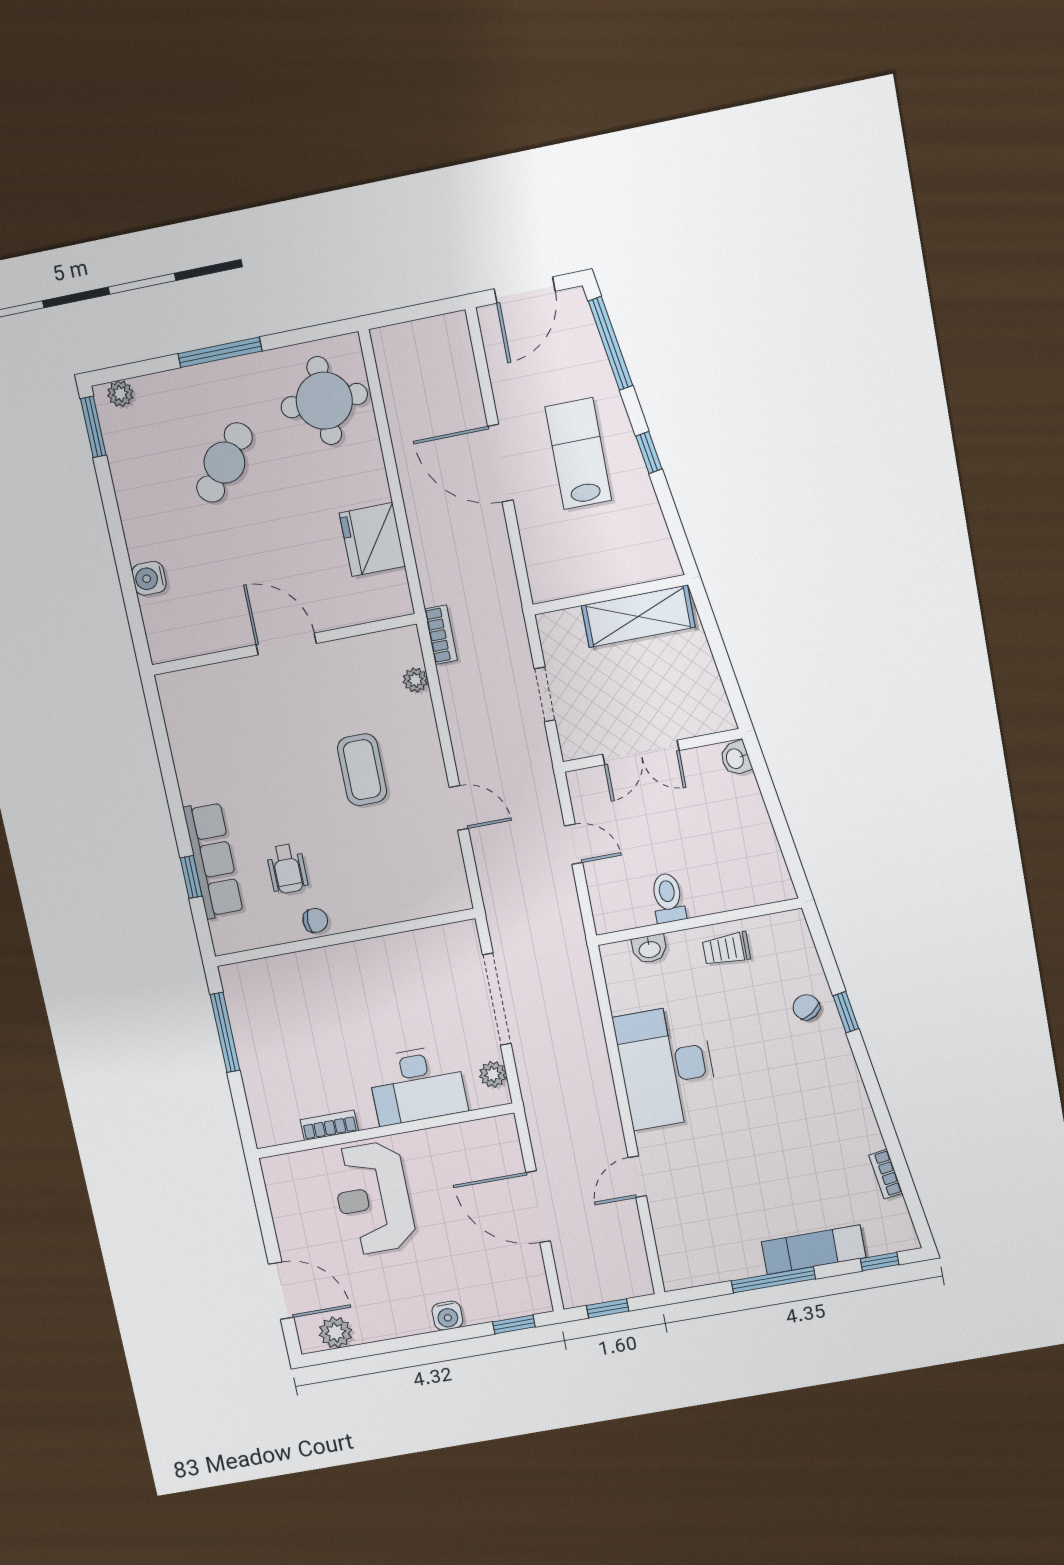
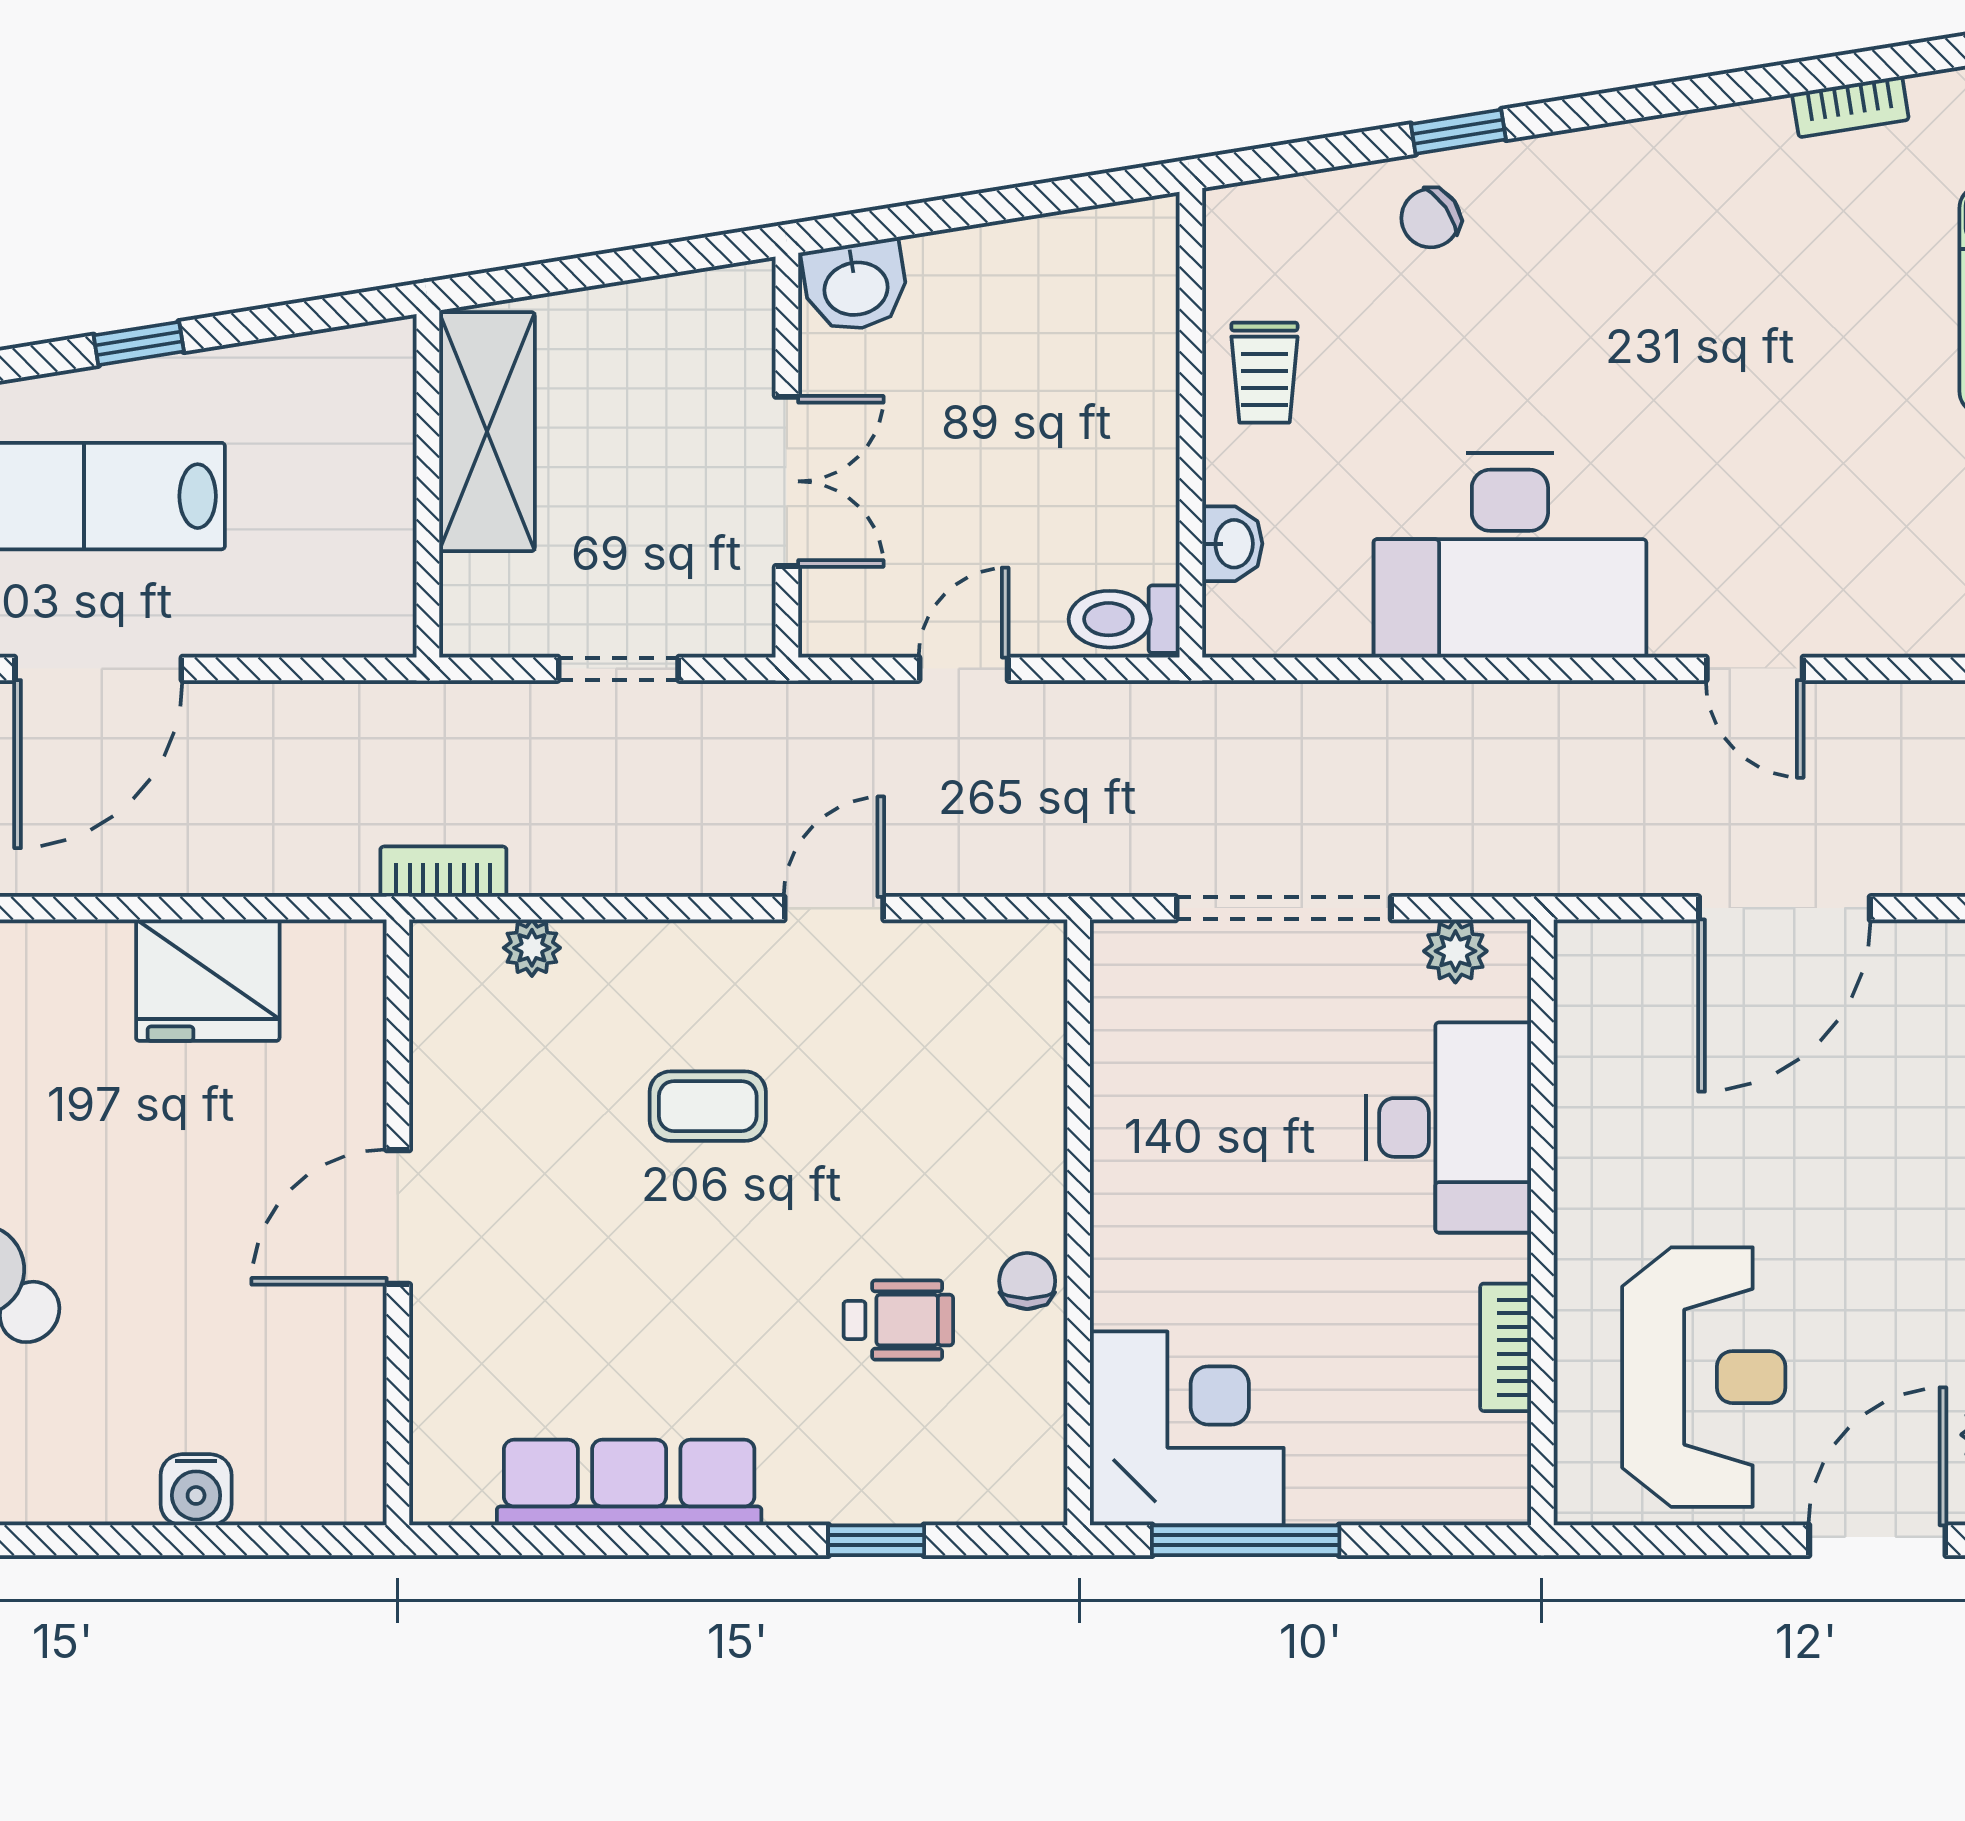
washbasin: (736, 758) -> (856, 286), width x1.38, depth x1.45
coffee table: (362, 770) -> (708, 1106), width x0.73, depth x0.77
row of seats: (213, 860) -> (629, 1482), moved
toilet: (668, 898) -> (1124, 619), moved
corner desk: (267, 999) -> (1187, 1428), added
reception desk: (373, 1198) -> (1704, 1377), moved, turned -90

